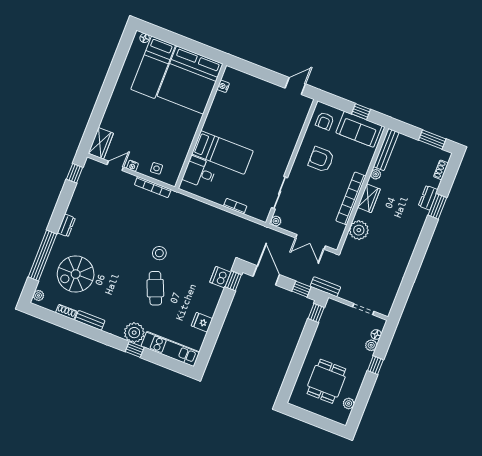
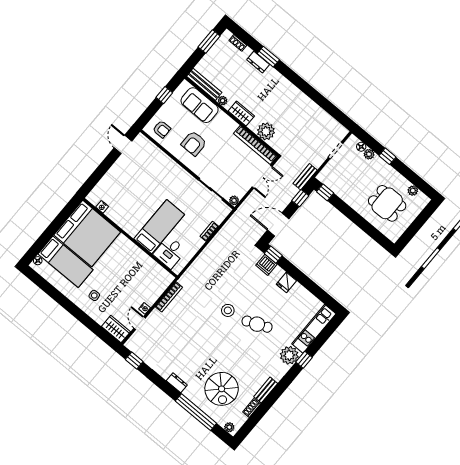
sofa: (359, 129) -> (200, 105), moved, turned 90
side table: (157, 168) -> (94, 295), moved
bookcase: (351, 198) -> (255, 145), moved
fridge: (202, 322) -> (286, 283), moved

